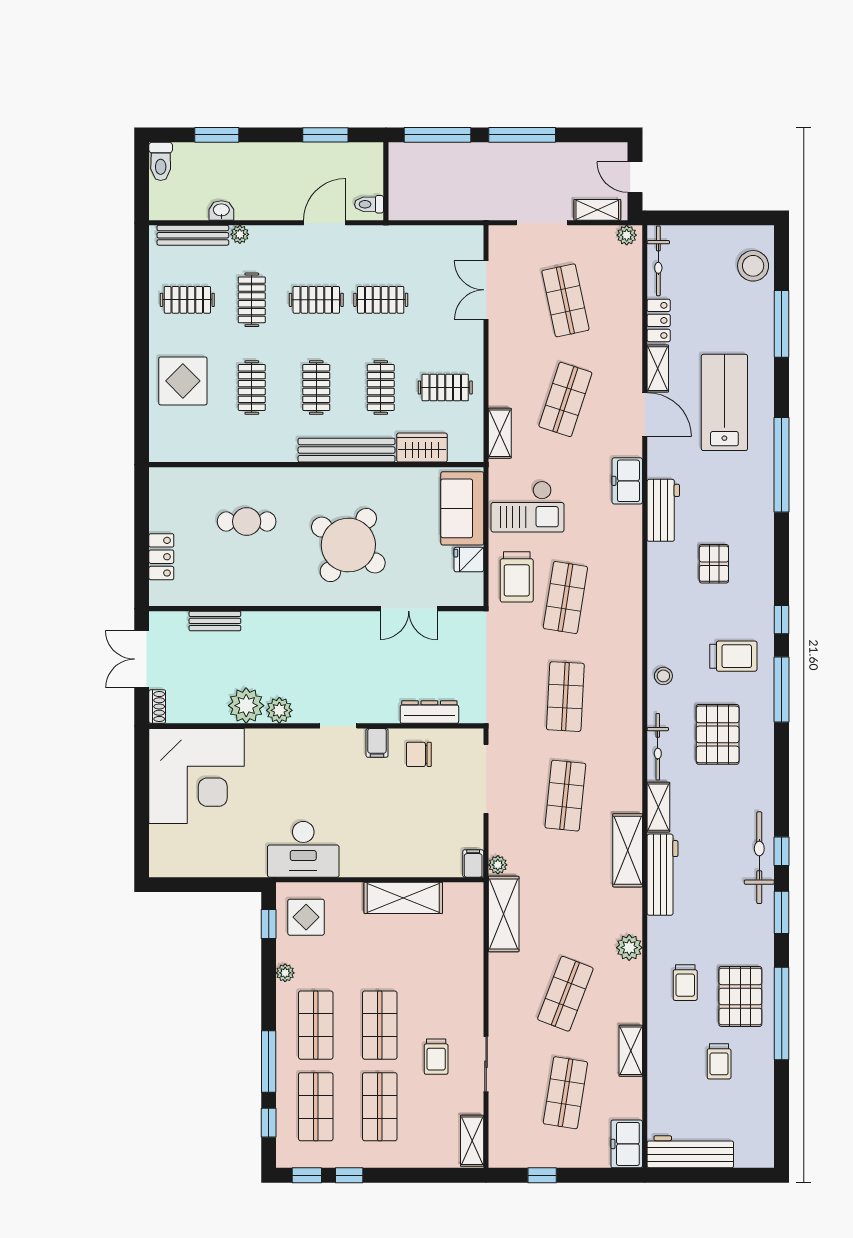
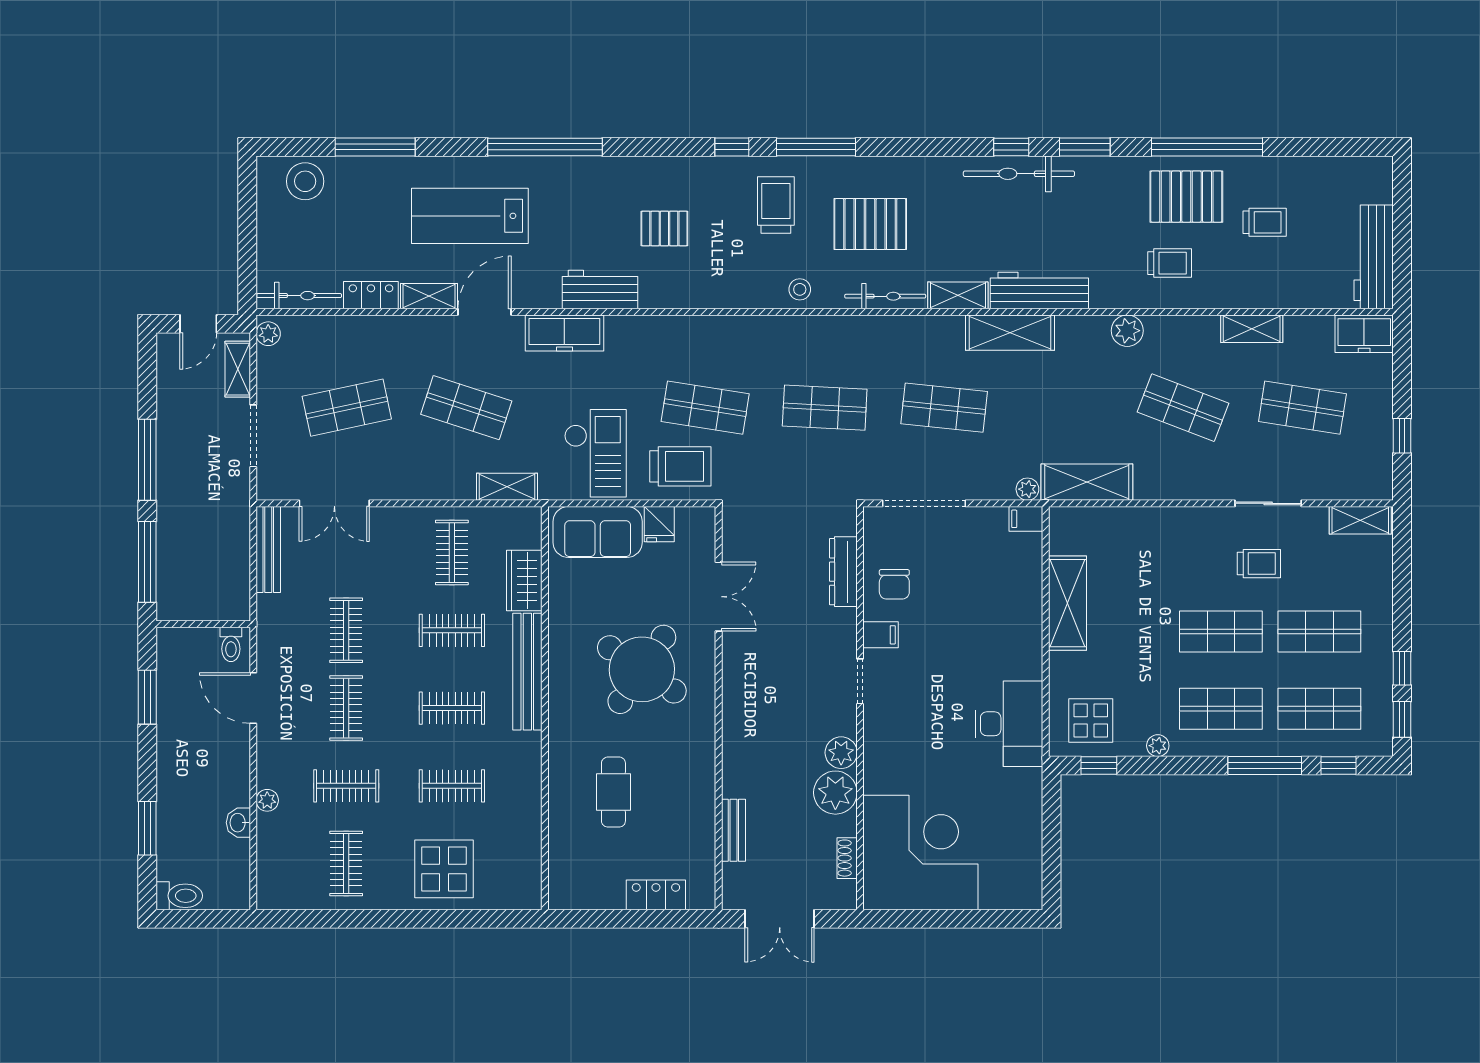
bench: (193, 235) -> (268, 549), moved
freezer: (627, 481) -> (564, 333), width x1.40
shoe rack: (157, 706) -> (847, 858), moved, turned -90

